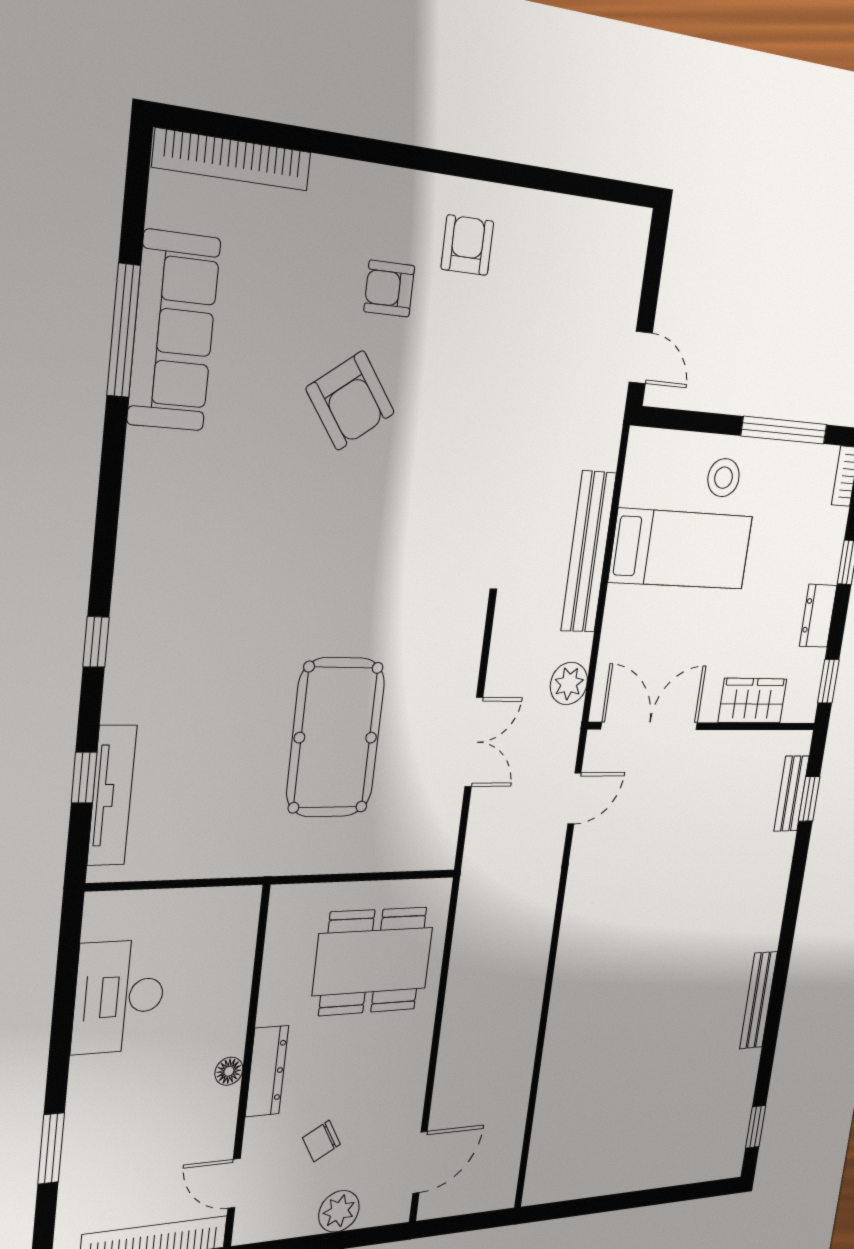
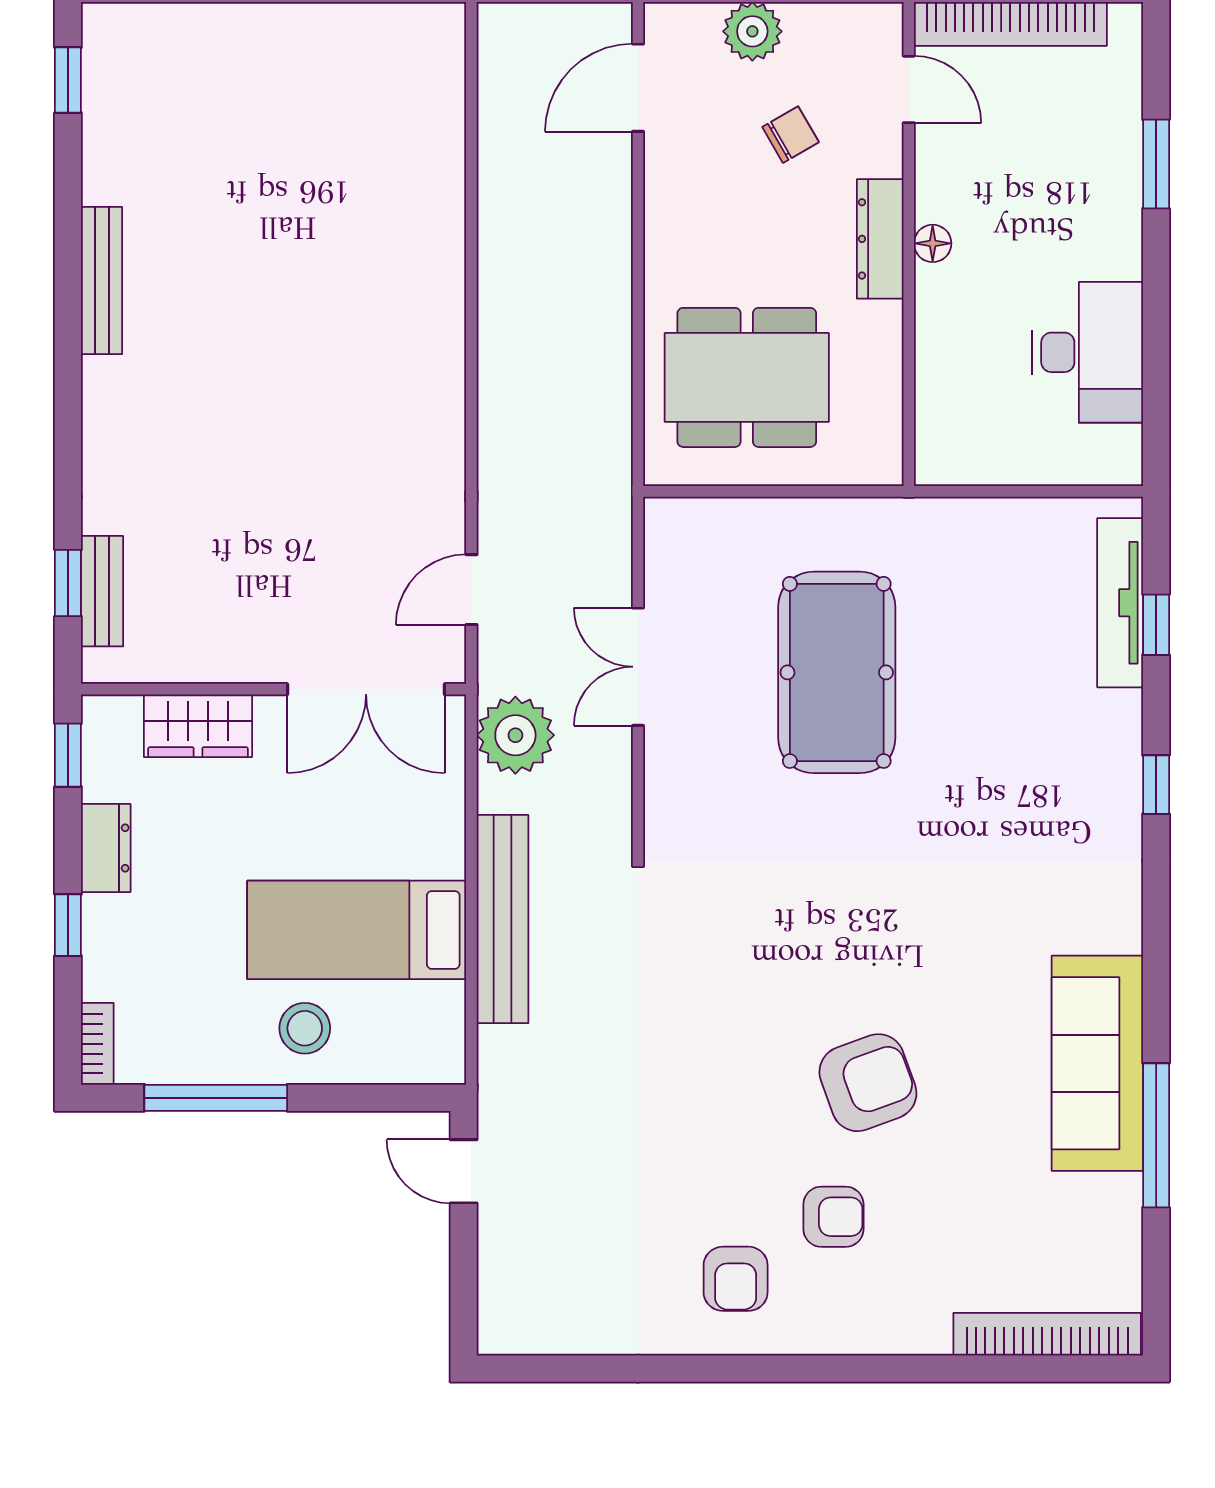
sofa: (174, 331) -> (1097, 1063), moved
armchair: (350, 401) -> (868, 1083), turned 106
plant: (569, 683) -> (515, 735), width x1.36, depth x1.36

